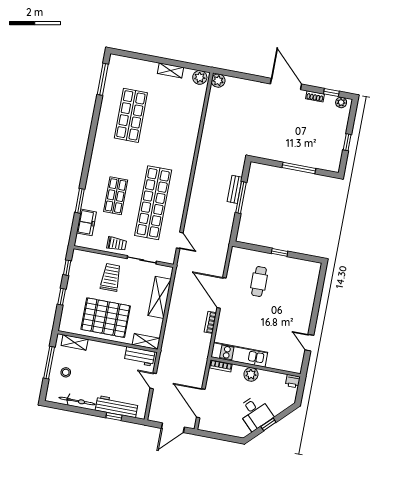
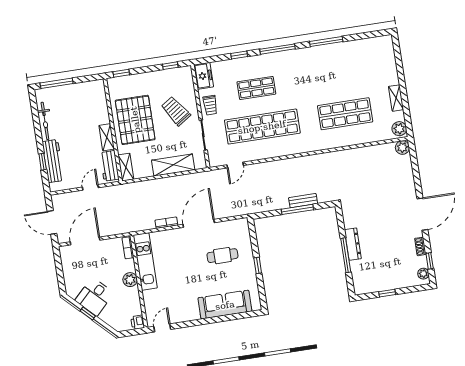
window: (103, 79) -> (326, 42), moved
shop shelf: (131, 115) -> (345, 114), moved
dresser: (291, 158) -> (353, 244), added
window: (87, 164) -> (278, 49), added
window: (80, 201) -> (239, 55), width x0.67
freezer: (86, 222) -> (204, 76), moved, turned -90
trolley: (111, 277) -> (176, 111), turned -124
sofa: (305, 295) -> (225, 305), added
window: (62, 297) -> (121, 73), moved
shelving: (75, 342) -> (107, 137), moved
door: (309, 343) -> (162, 328), moved
window: (49, 363) -> (57, 83), moved
stool: (66, 372) -> (69, 100), removed

